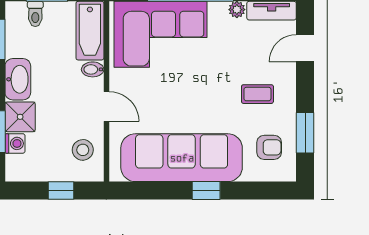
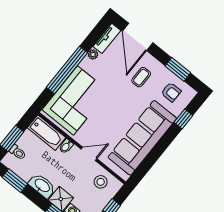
door: (305, 48) -> (138, 37), width x1.88
armchair: (269, 147) -> (171, 92), turned 90
window: (206, 191) -> (183, 119), moved

